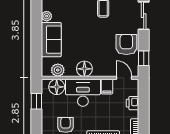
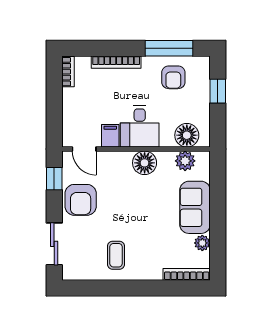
desk: (83, 93) -> (140, 126), width x0.73
window: (36, 101) -> (218, 91), moved
printer: (133, 103) -> (71, 110), removed

